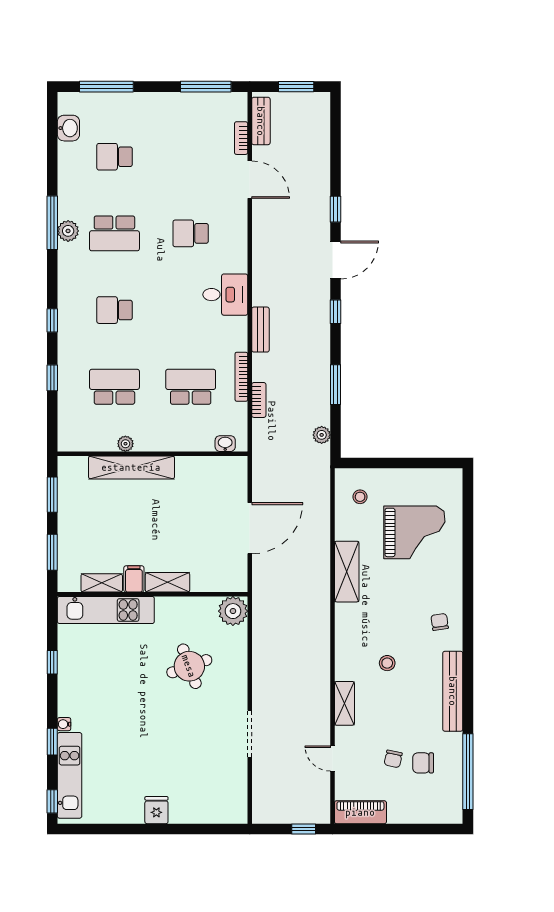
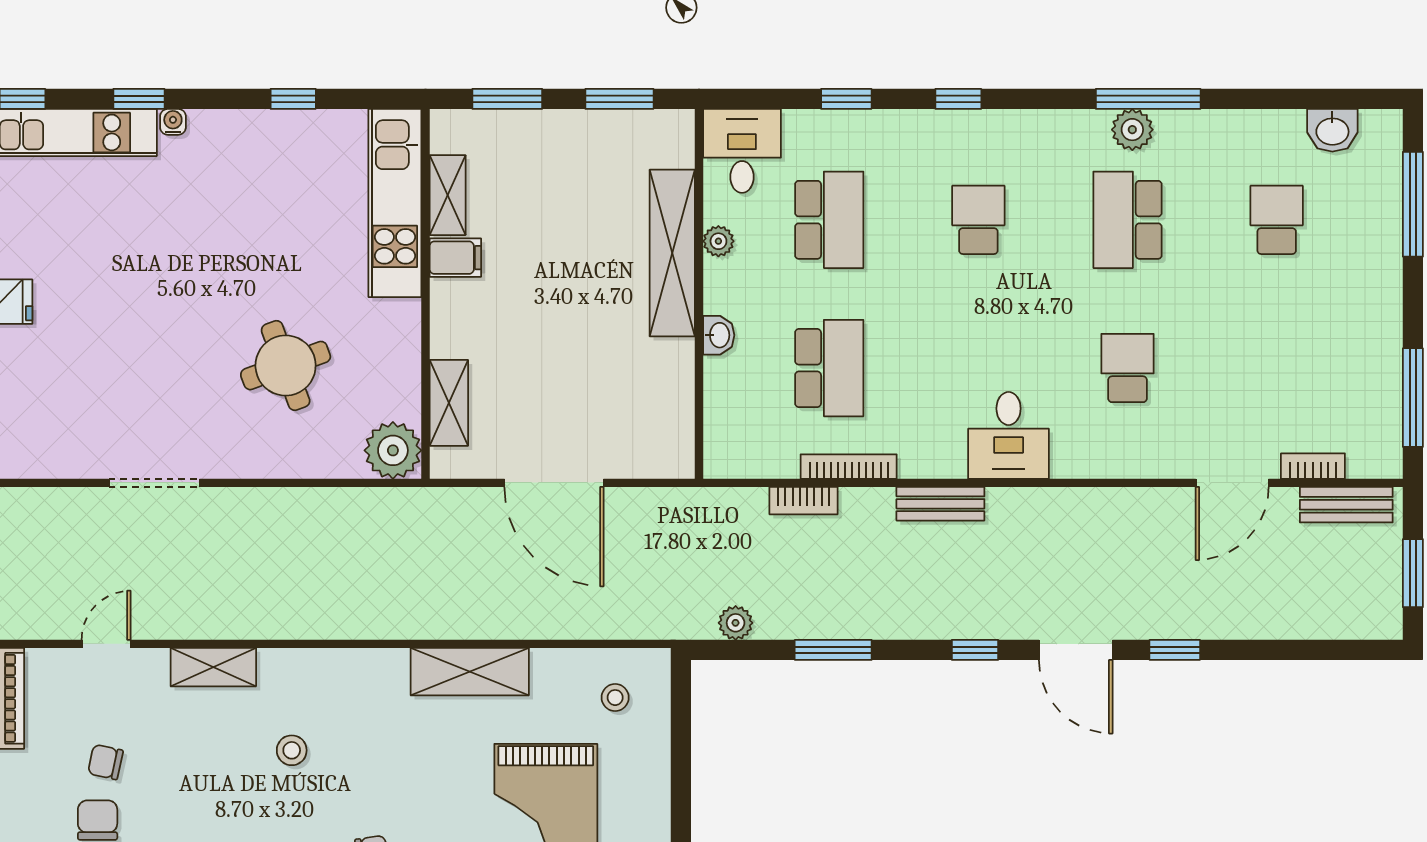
desk: (79, 432) -> (742, 151), added
washbasin: (225, 444) -> (719, 335), moved
shelving: (168, 582) -> (449, 403), moved

